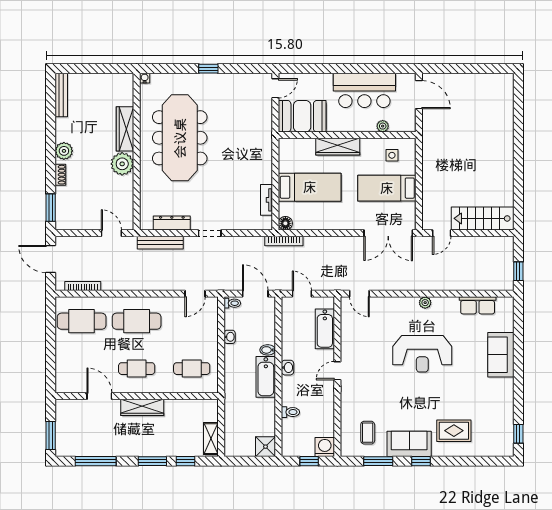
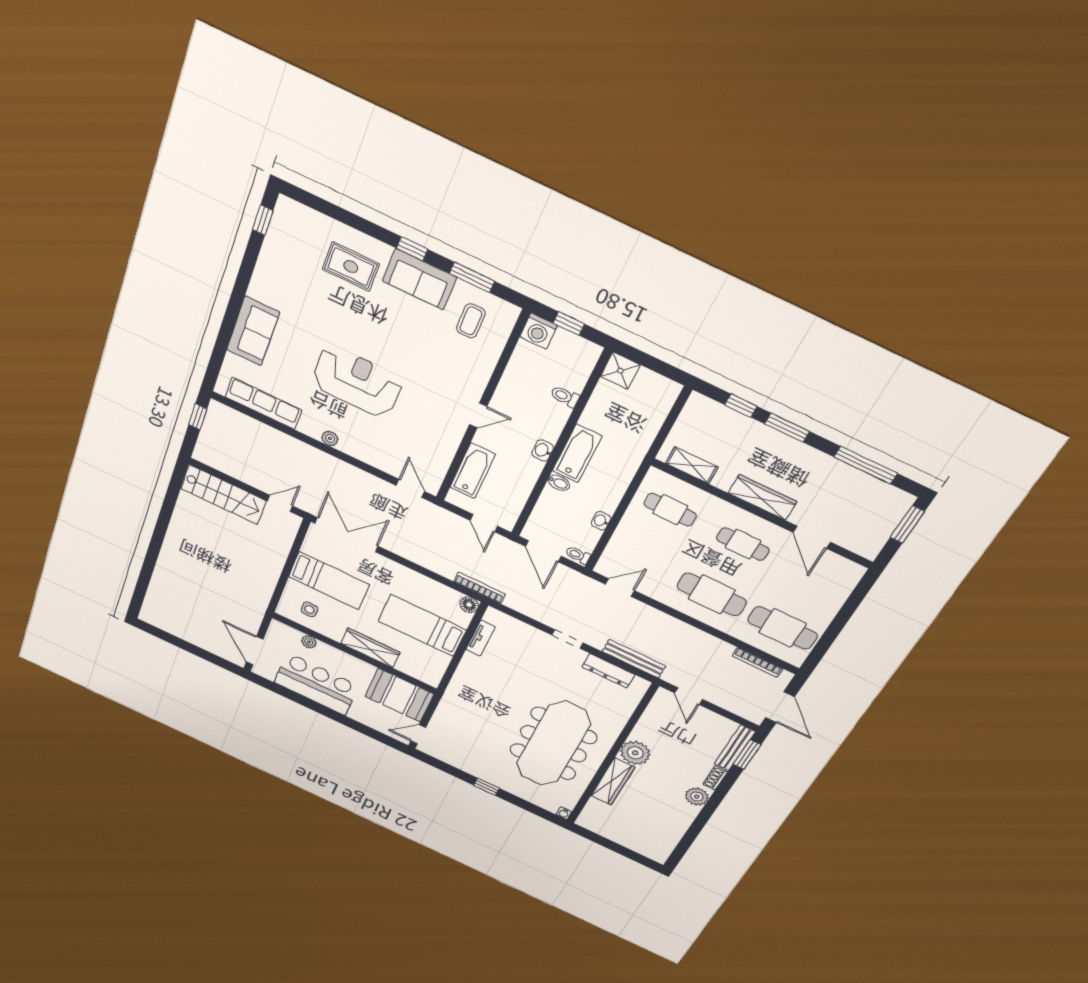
bench: (61, 95) -> (735, 748), moved
row of seats: (478, 305) -> (263, 403), width x1.48
shelving: (211, 439) -> (692, 465), moved, turned 90

